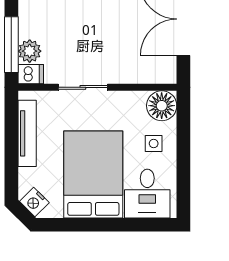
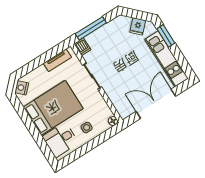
plant: (30, 51) -> (93, 39), removed
floor lamp: (162, 106) -> (113, 121), width x0.53, depth x0.53
tv unit: (27, 133) -> (57, 60), width x0.71

